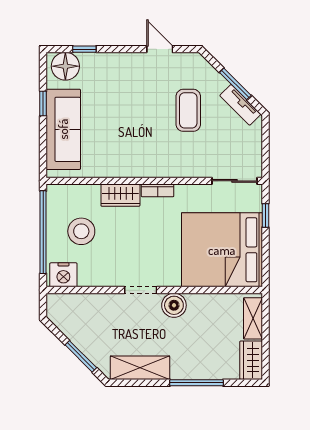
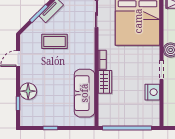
floor lamp: (65, 66) -> (28, 91), moved
sofa: (63, 129) -> (84, 93), moved, turned -90
stool: (81, 231) -> (127, 105), removed
nightstand: (63, 275) -> (152, 92), moved

